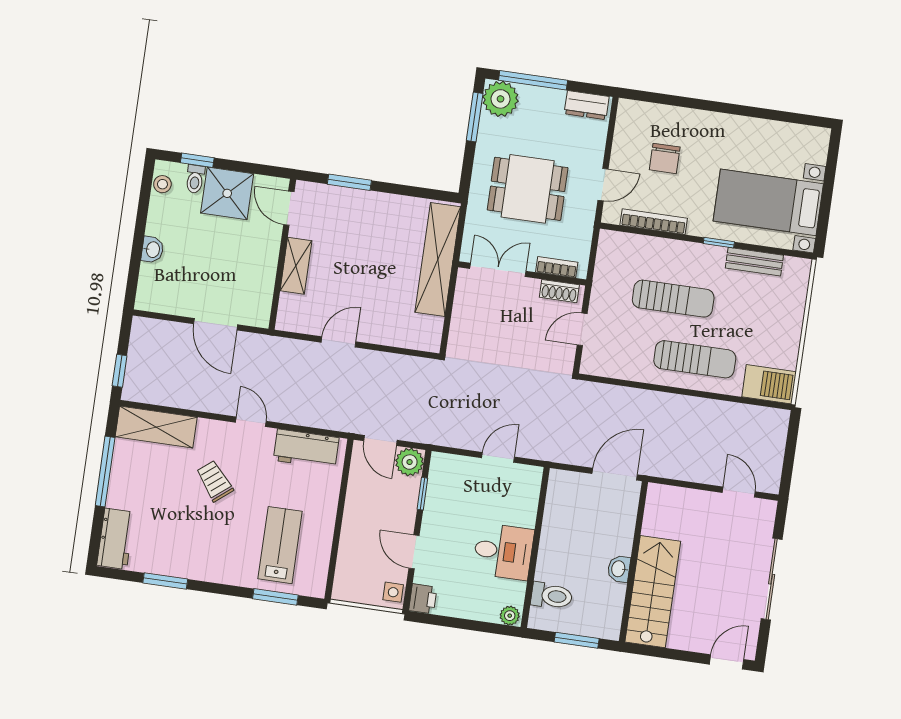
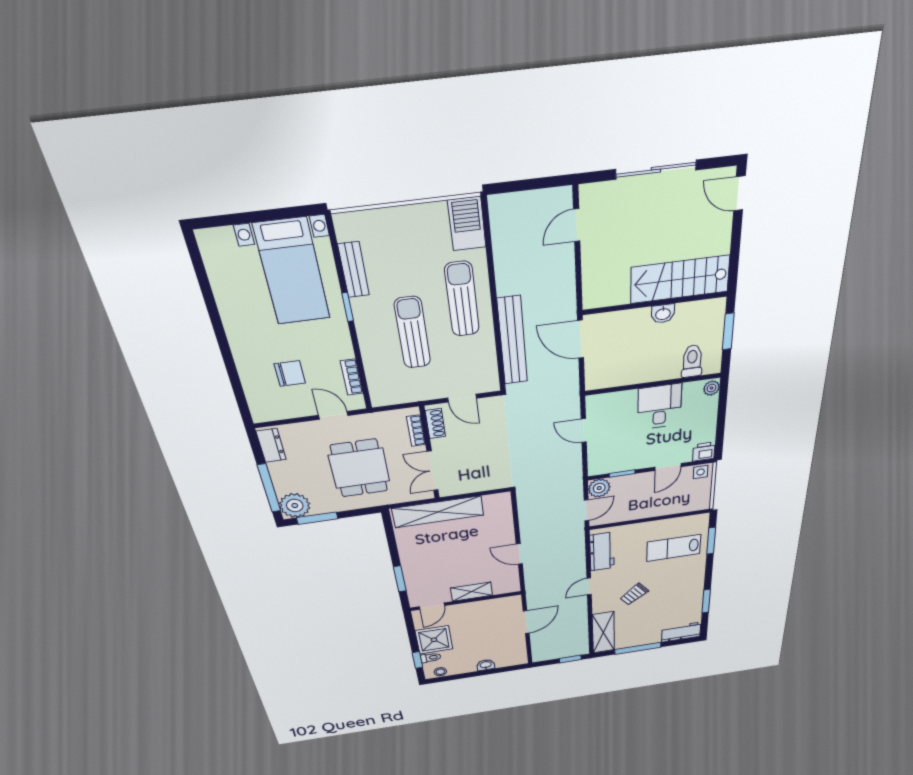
bookcase: (654, 222) -> (352, 377), width x0.64
bench: (634, 400) -> (512, 341), added

